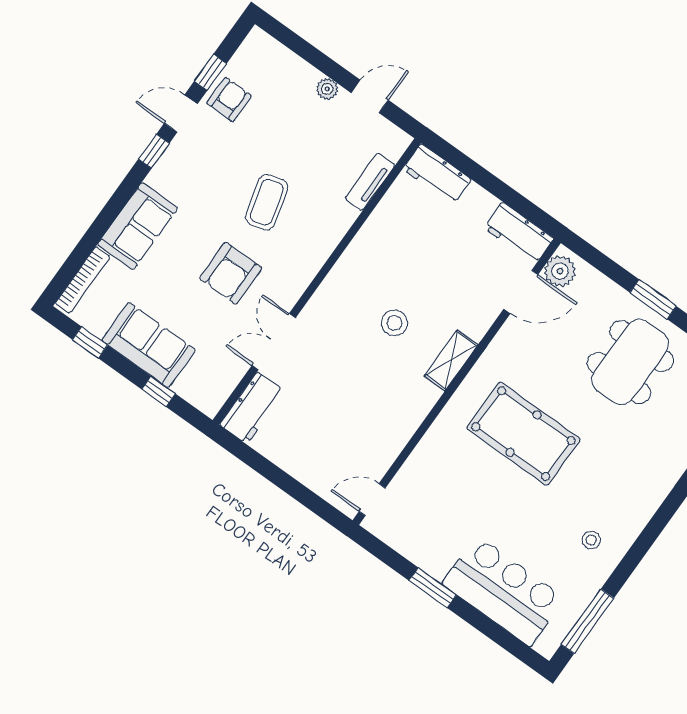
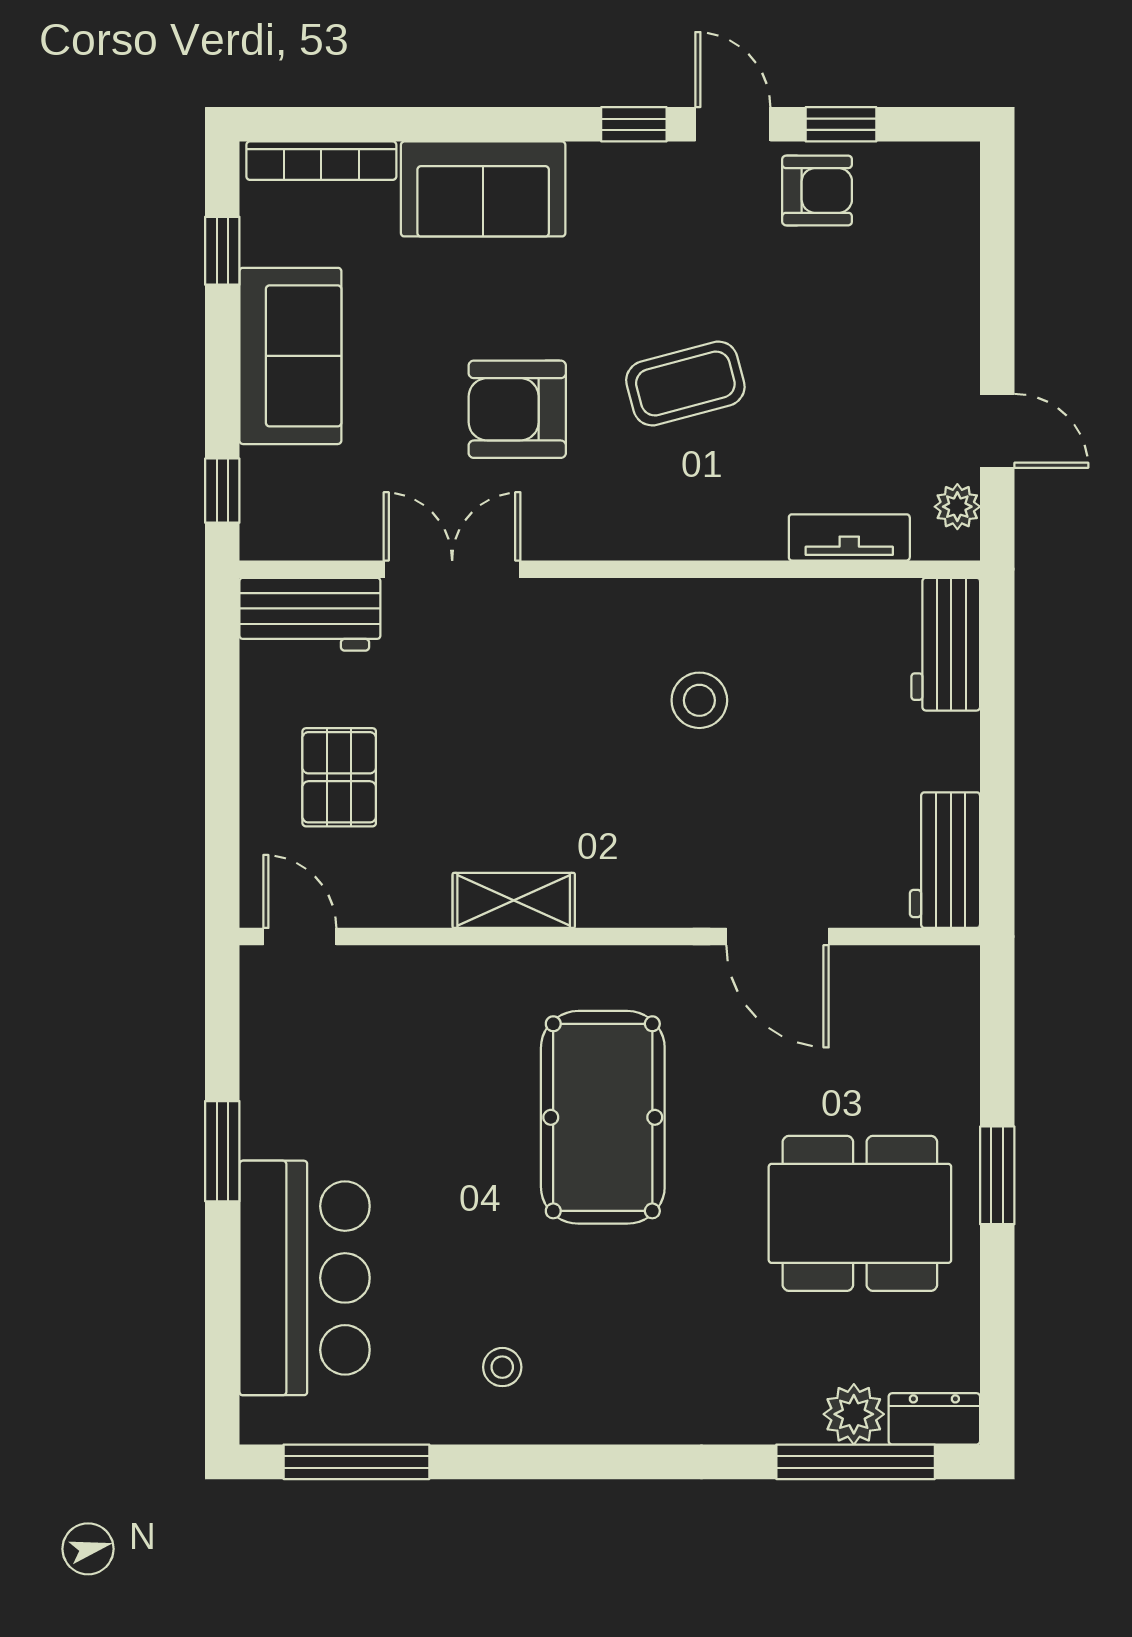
plant: (327, 89) -> (957, 507), moved
plant: (560, 271) -> (930, 979), removed
door: (521, 292) -> (778, 937), moved
stool: (394, 323) -> (699, 700), moved
shelving: (451, 360) -> (514, 900), moved
window: (159, 391) -> (222, 491), moved
pallet: (322, 441) -> (339, 777), added

